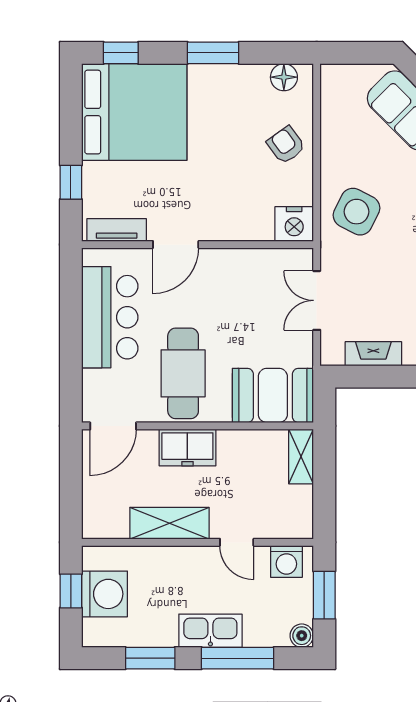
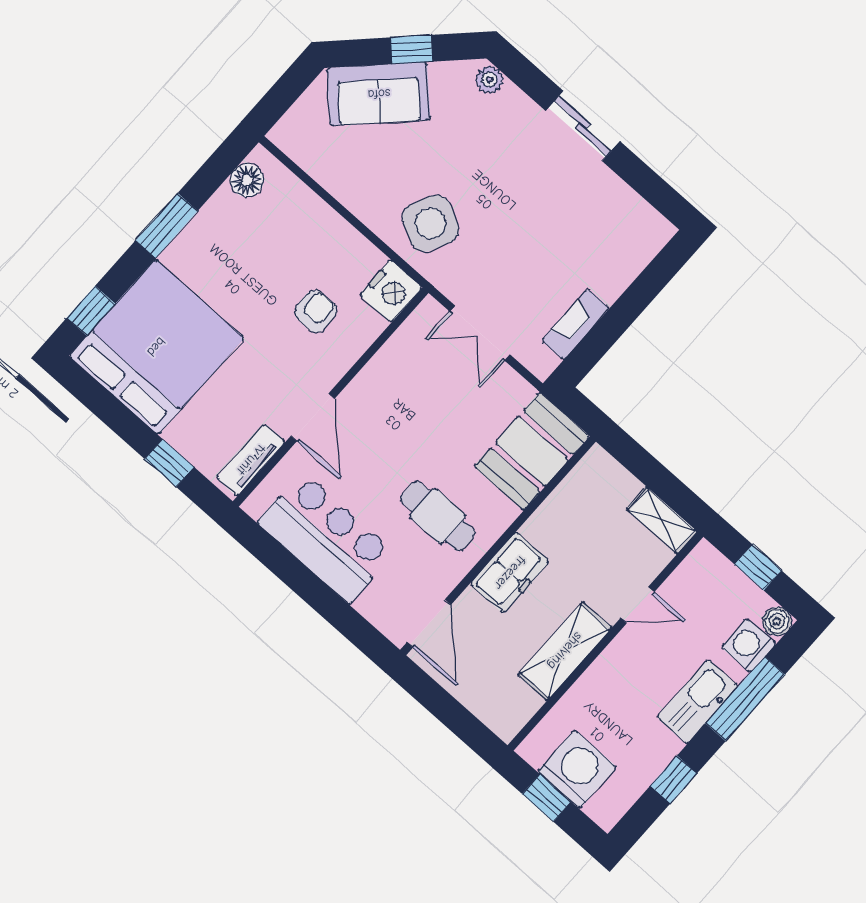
armchair: (286, 145) -> (316, 311), moved, turned 126
cafe table: (183, 373) -> (438, 516), width x0.73, depth x0.74
shelving: (301, 457) -> (662, 520), moved
washing machine: (286, 561) -> (749, 645), moved, turned 180
window: (324, 595) -> (758, 567), width x0.67
window: (150, 658) -> (674, 780), width x0.67

